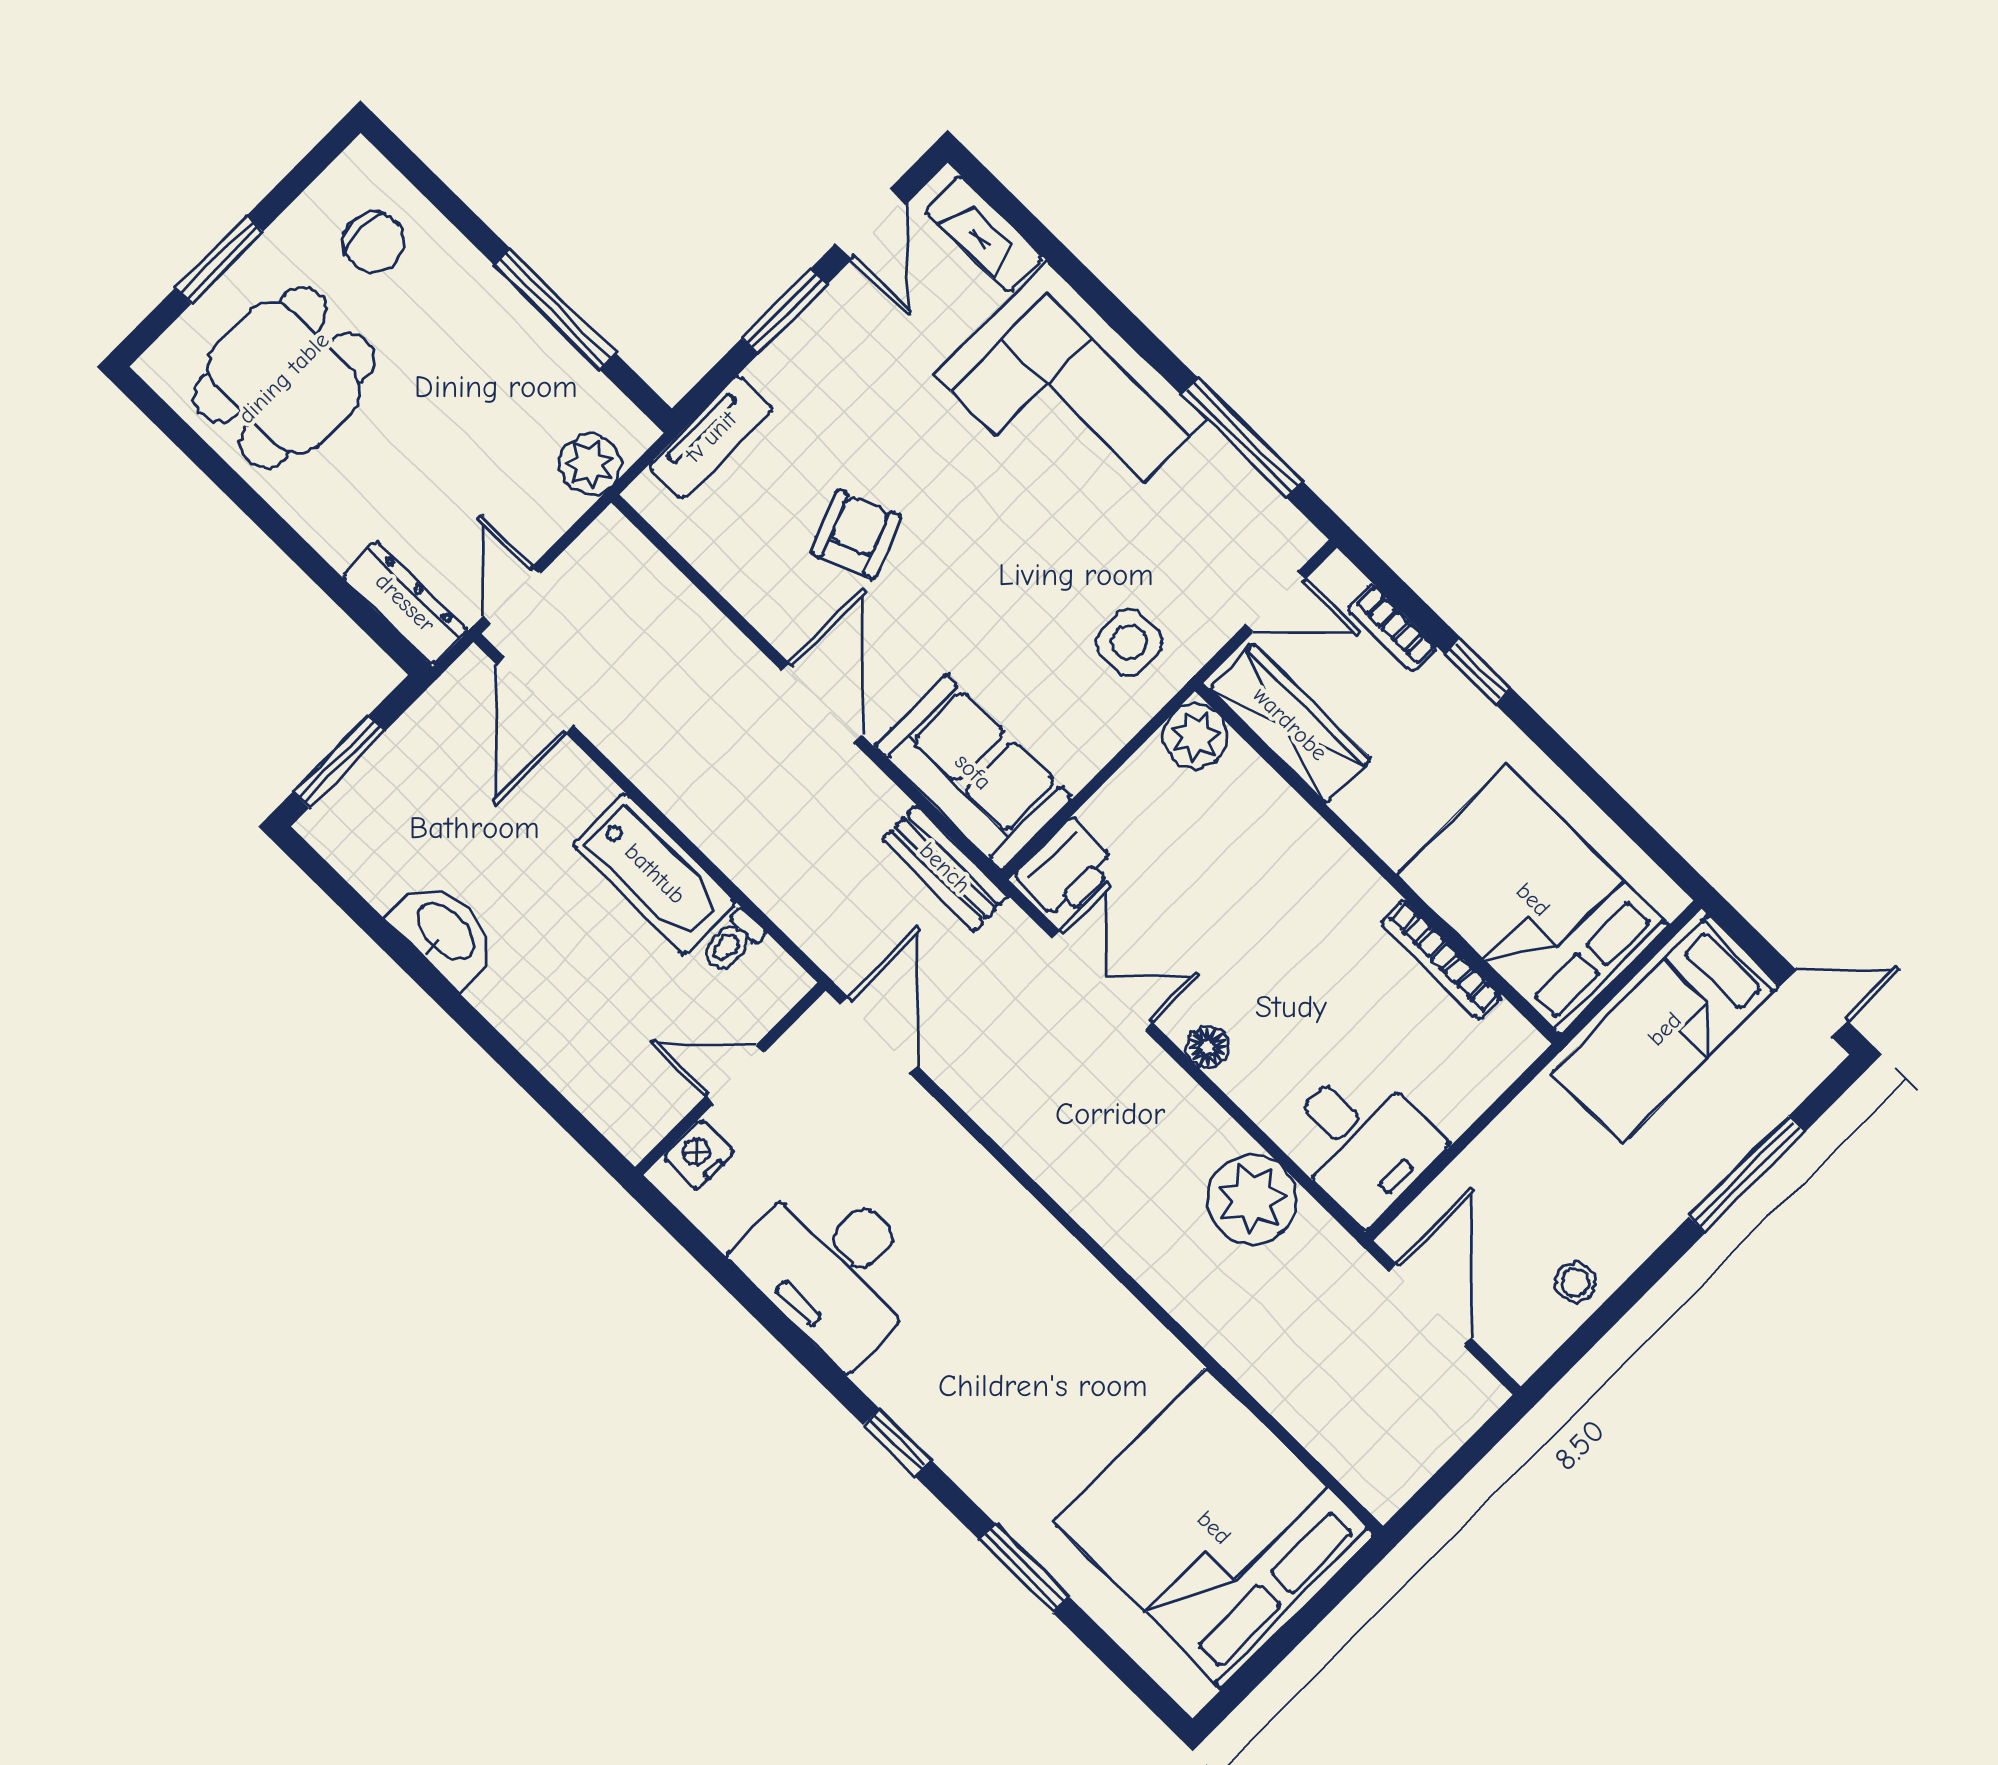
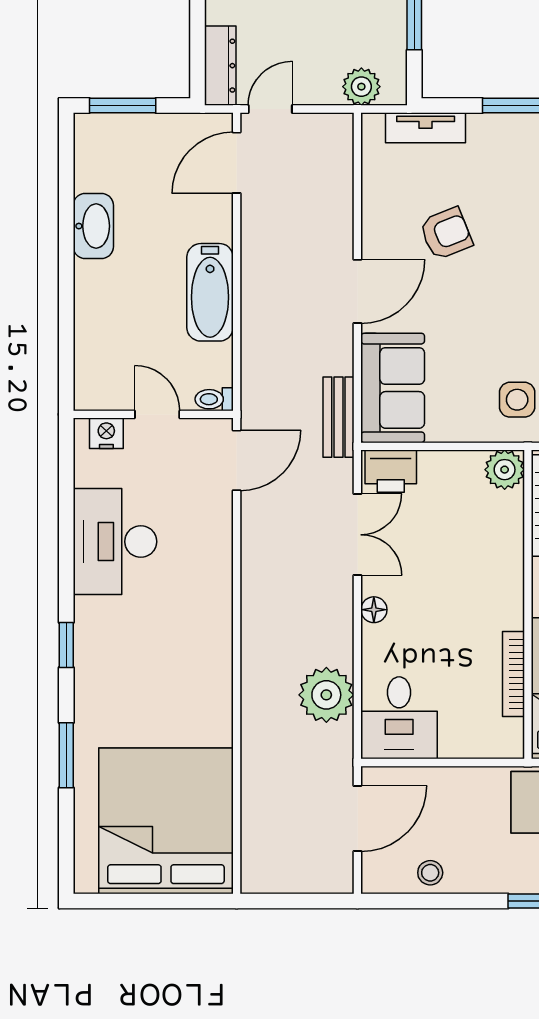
toilet: (732, 942) -> (214, 399), moved

